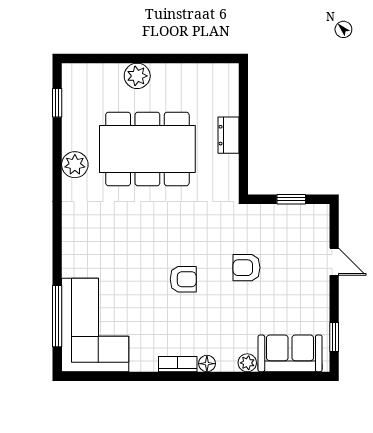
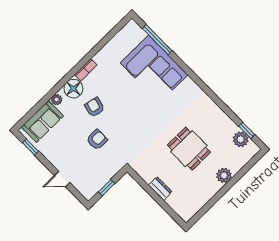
dining table: (147, 149) -> (189, 149), width x0.53, depth x0.80
plant: (75, 165) -> (241, 139), moved
armchair: (183, 279) -> (95, 107), moved, turned 103
corner sofa: (95, 325) -> (154, 69), moved
floor lamp: (207, 364) -> (73, 89), width x1.89, depth x1.89

